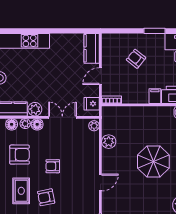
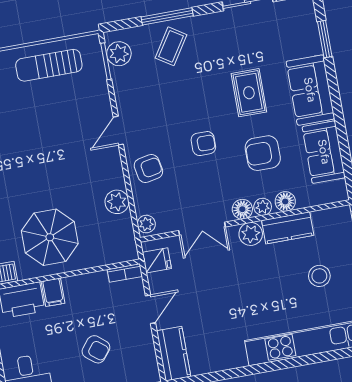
parasol: (153, 161) -> (50, 237), moved
armchair: (46, 197) -> (148, 169), moved

